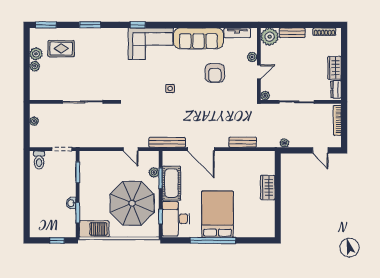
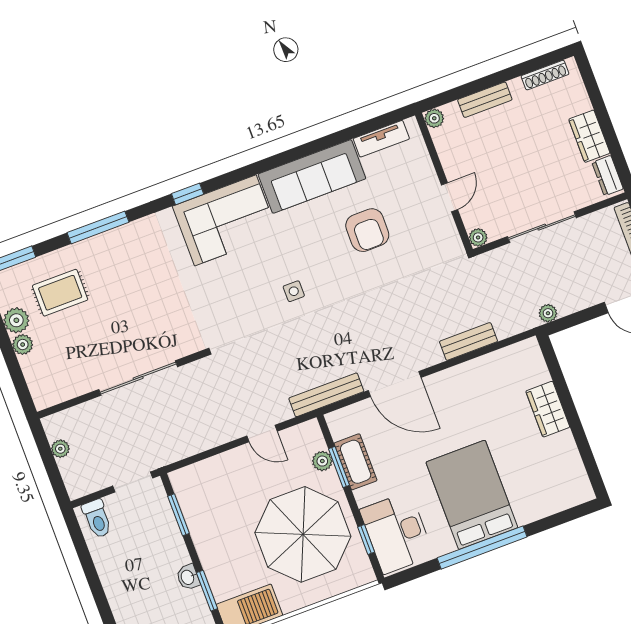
window: (90, 25) -> (98, 227), width x1.44
plant: (270, 37) -> (434, 118), width x0.53, depth x0.53
plant: (252, 57) -> (426, 174), removed
cot: (171, 183) -> (356, 462), width x0.73, depth x0.75

